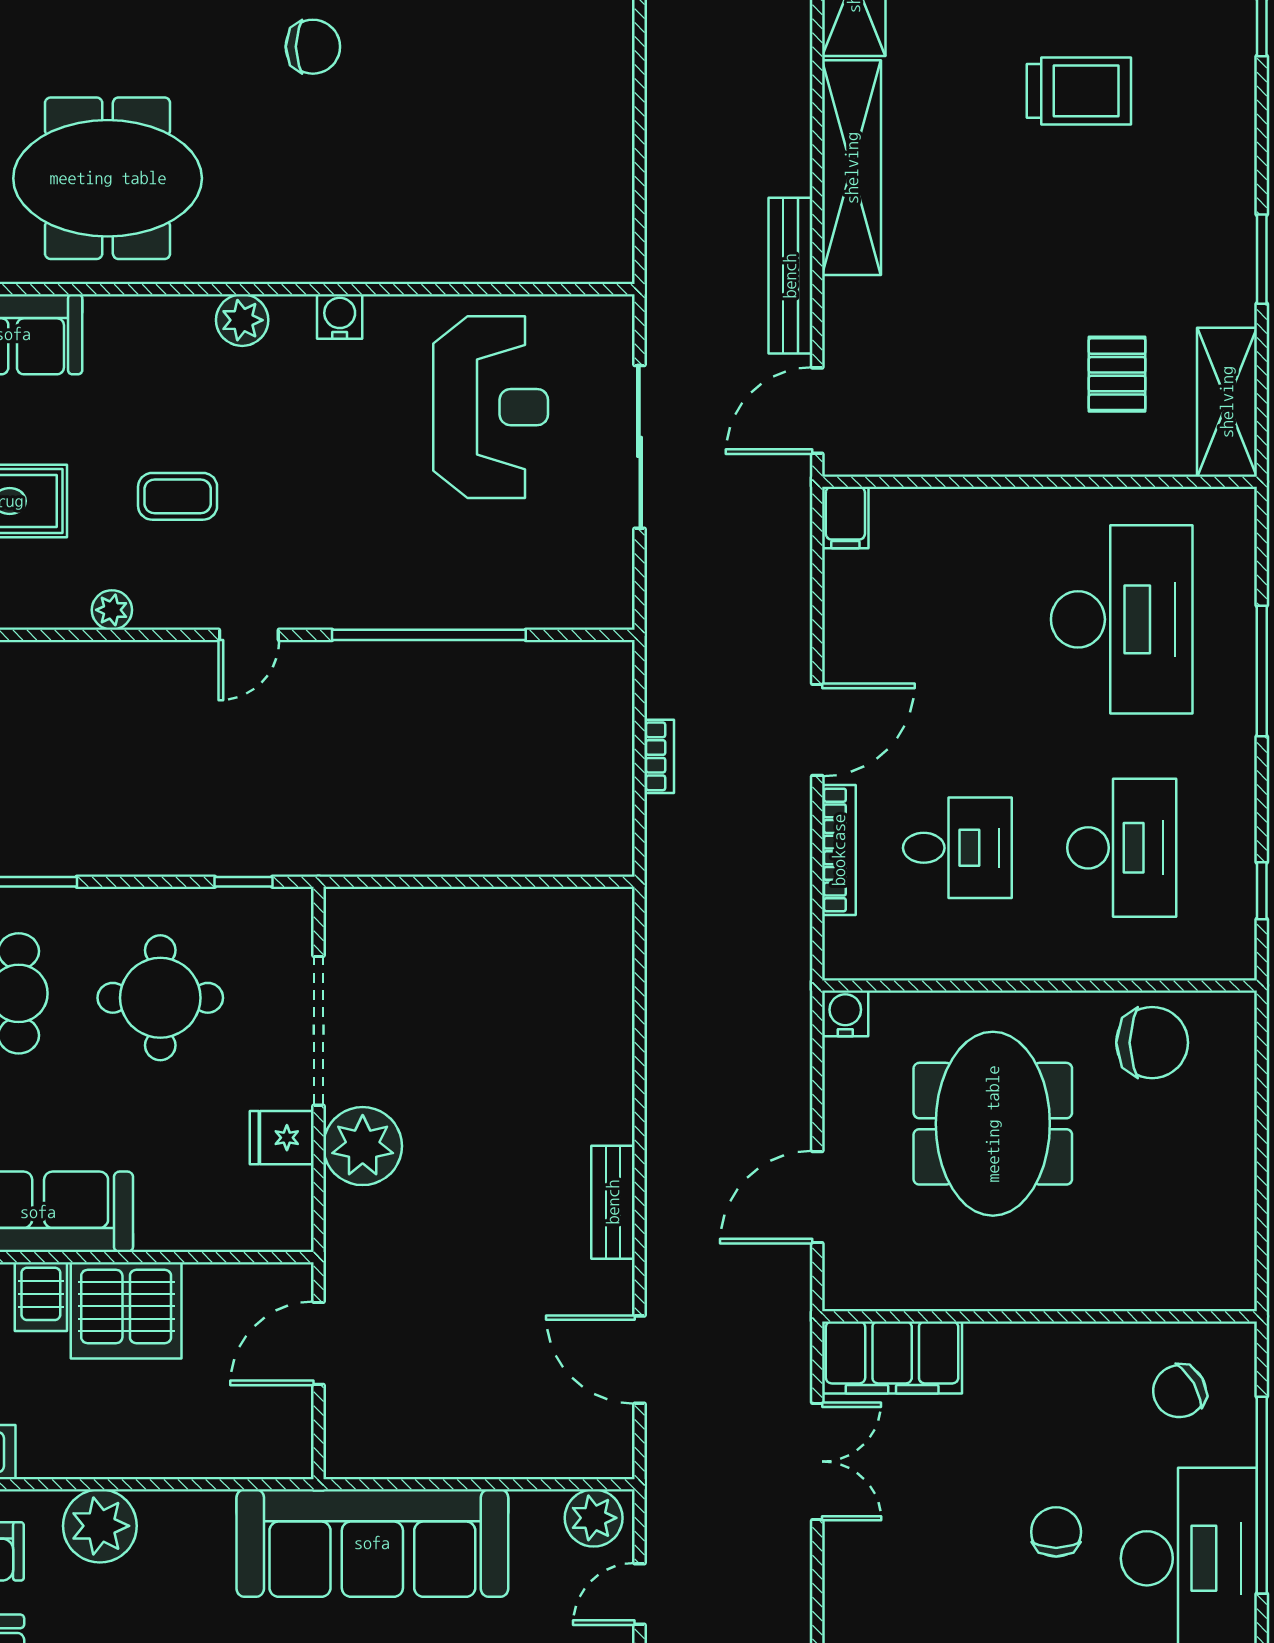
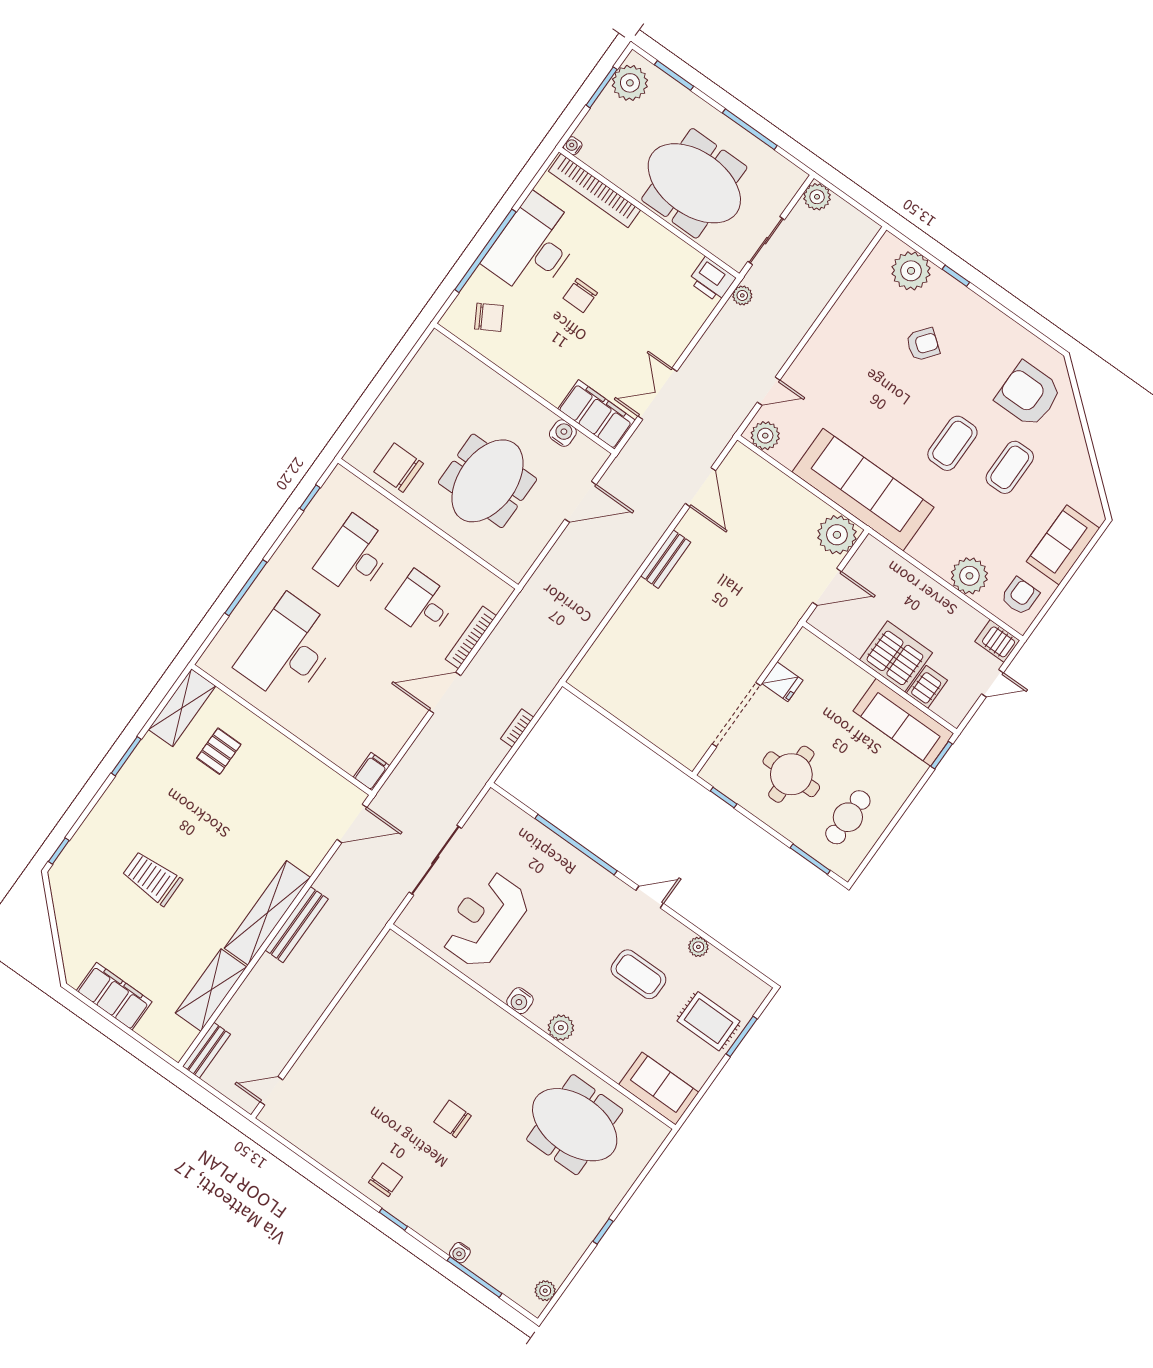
bench: (790, 276) -> (297, 925), moved
coffee table: (178, 496) -> (638, 974), width x1.36, depth x1.30
water cooler: (845, 1013) -> (563, 433), moved, turned 180
plant: (363, 1146) -> (837, 535), moved

